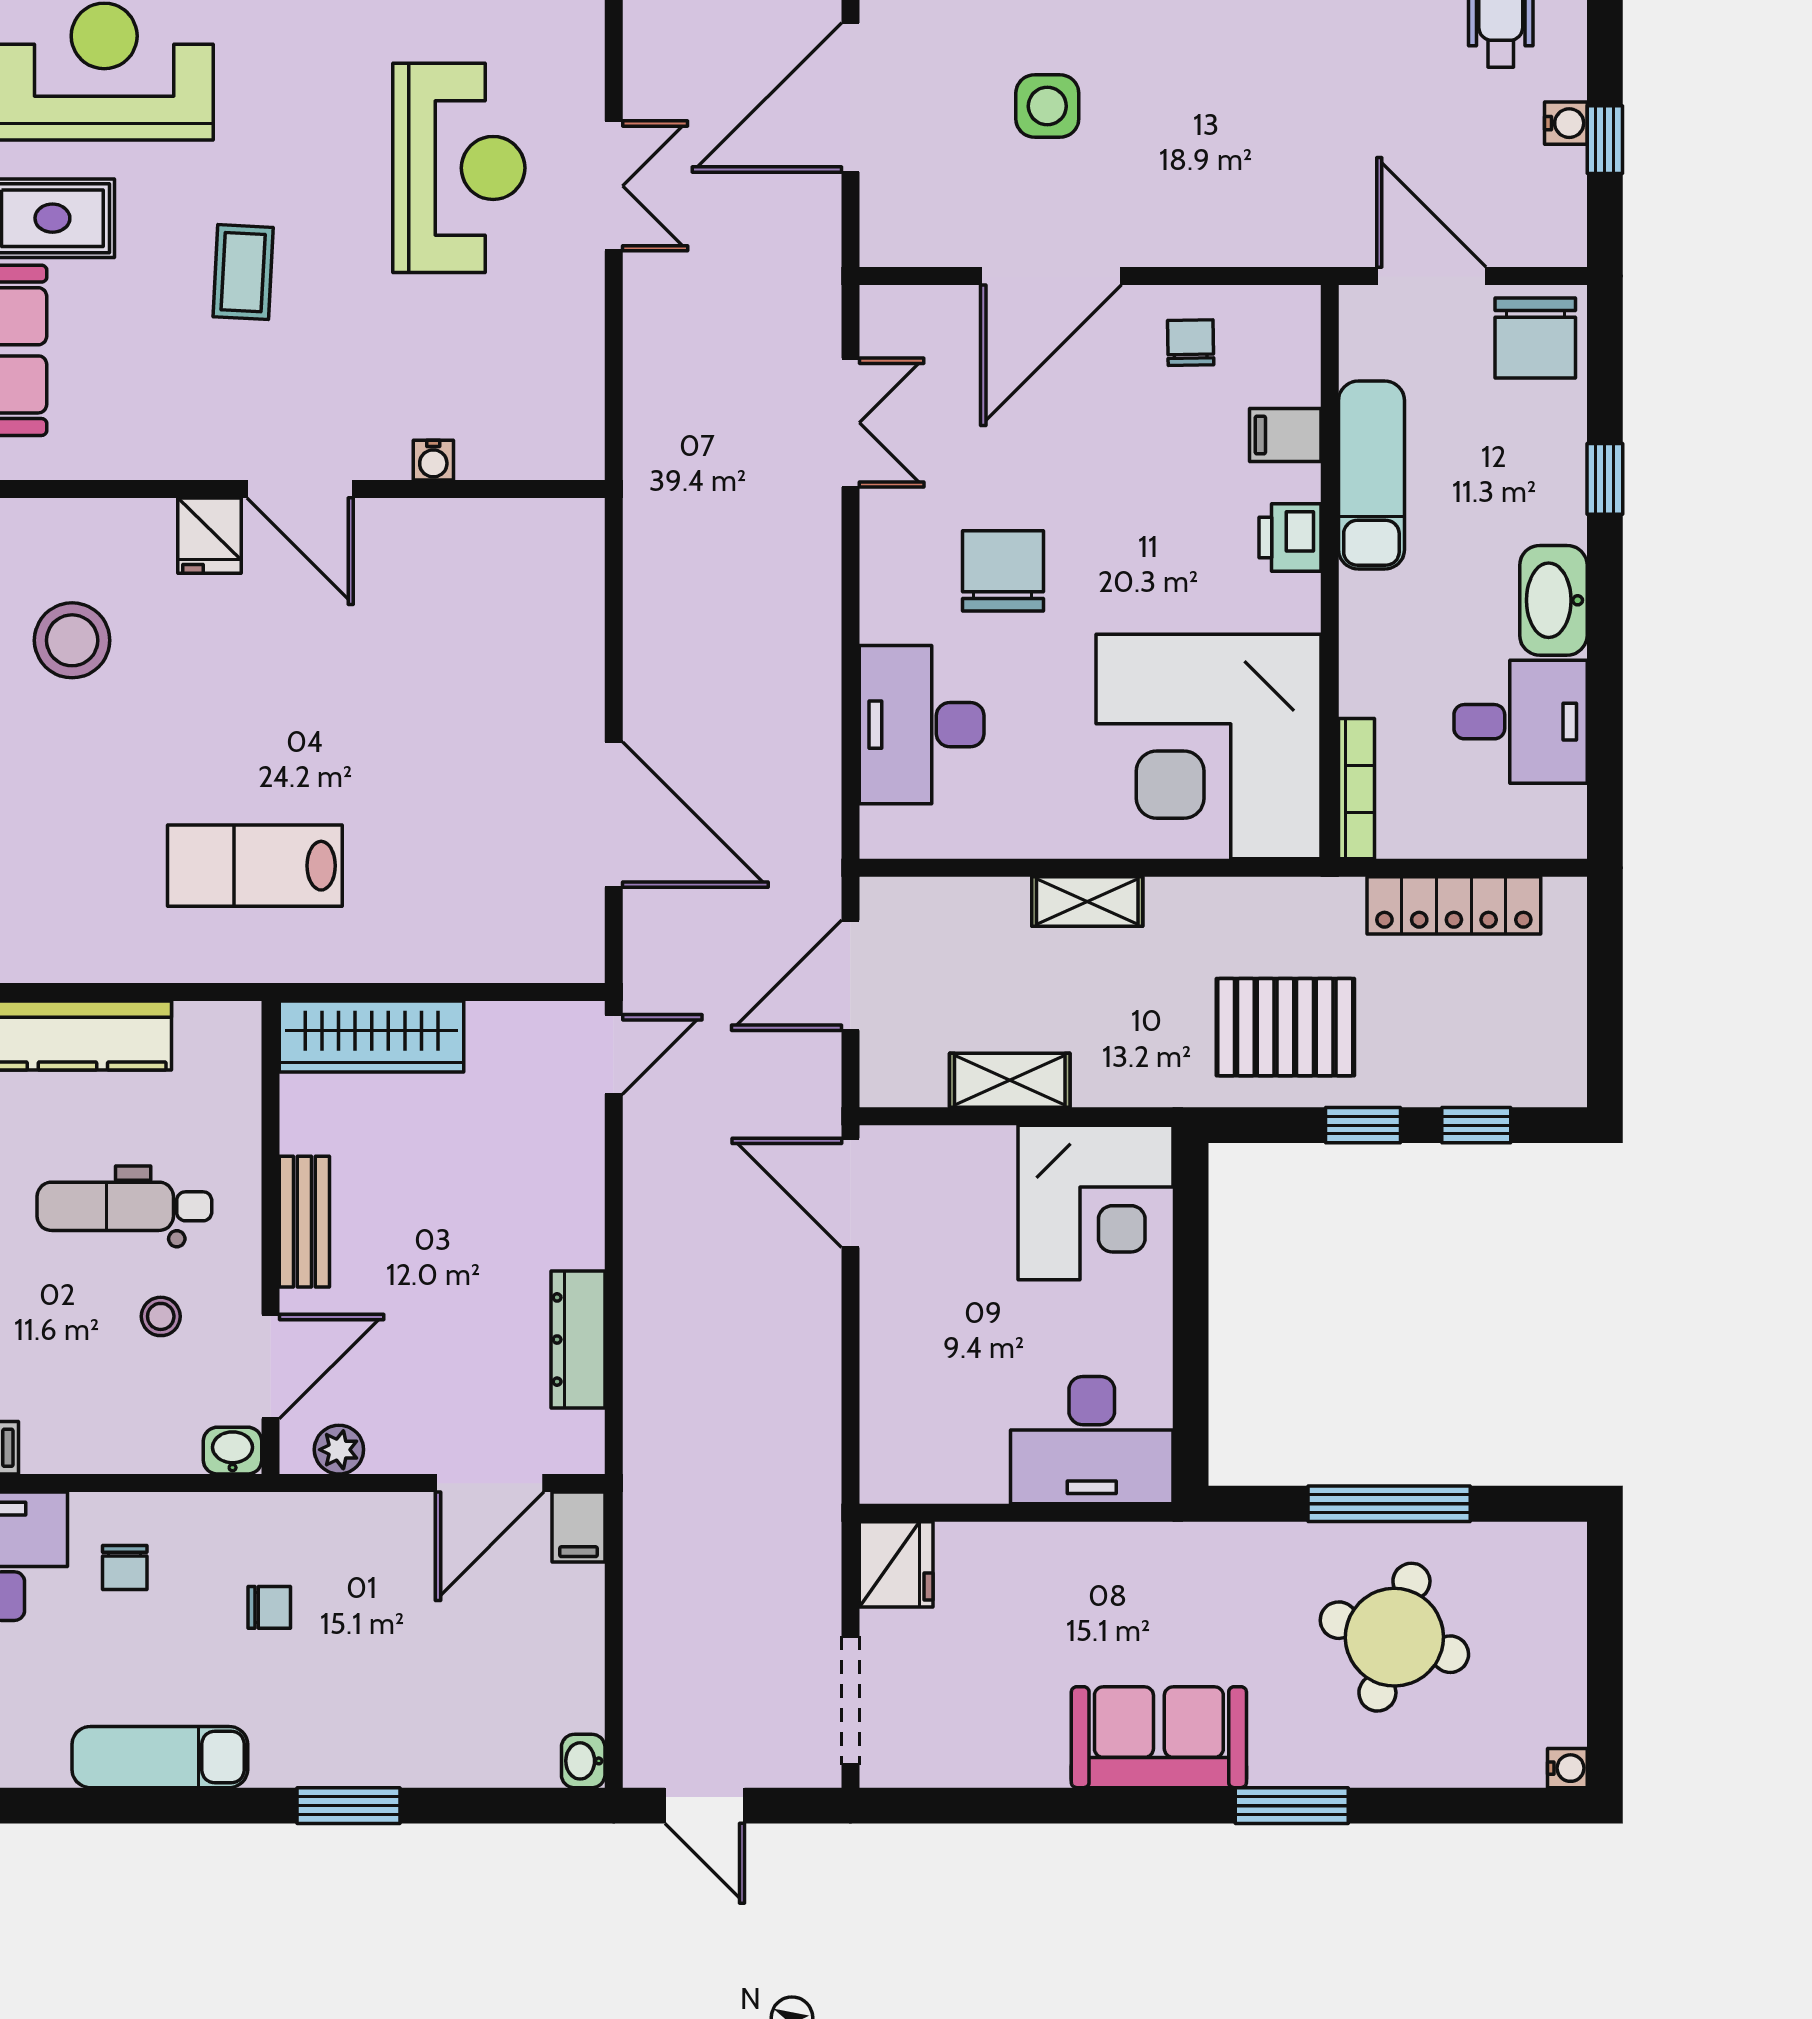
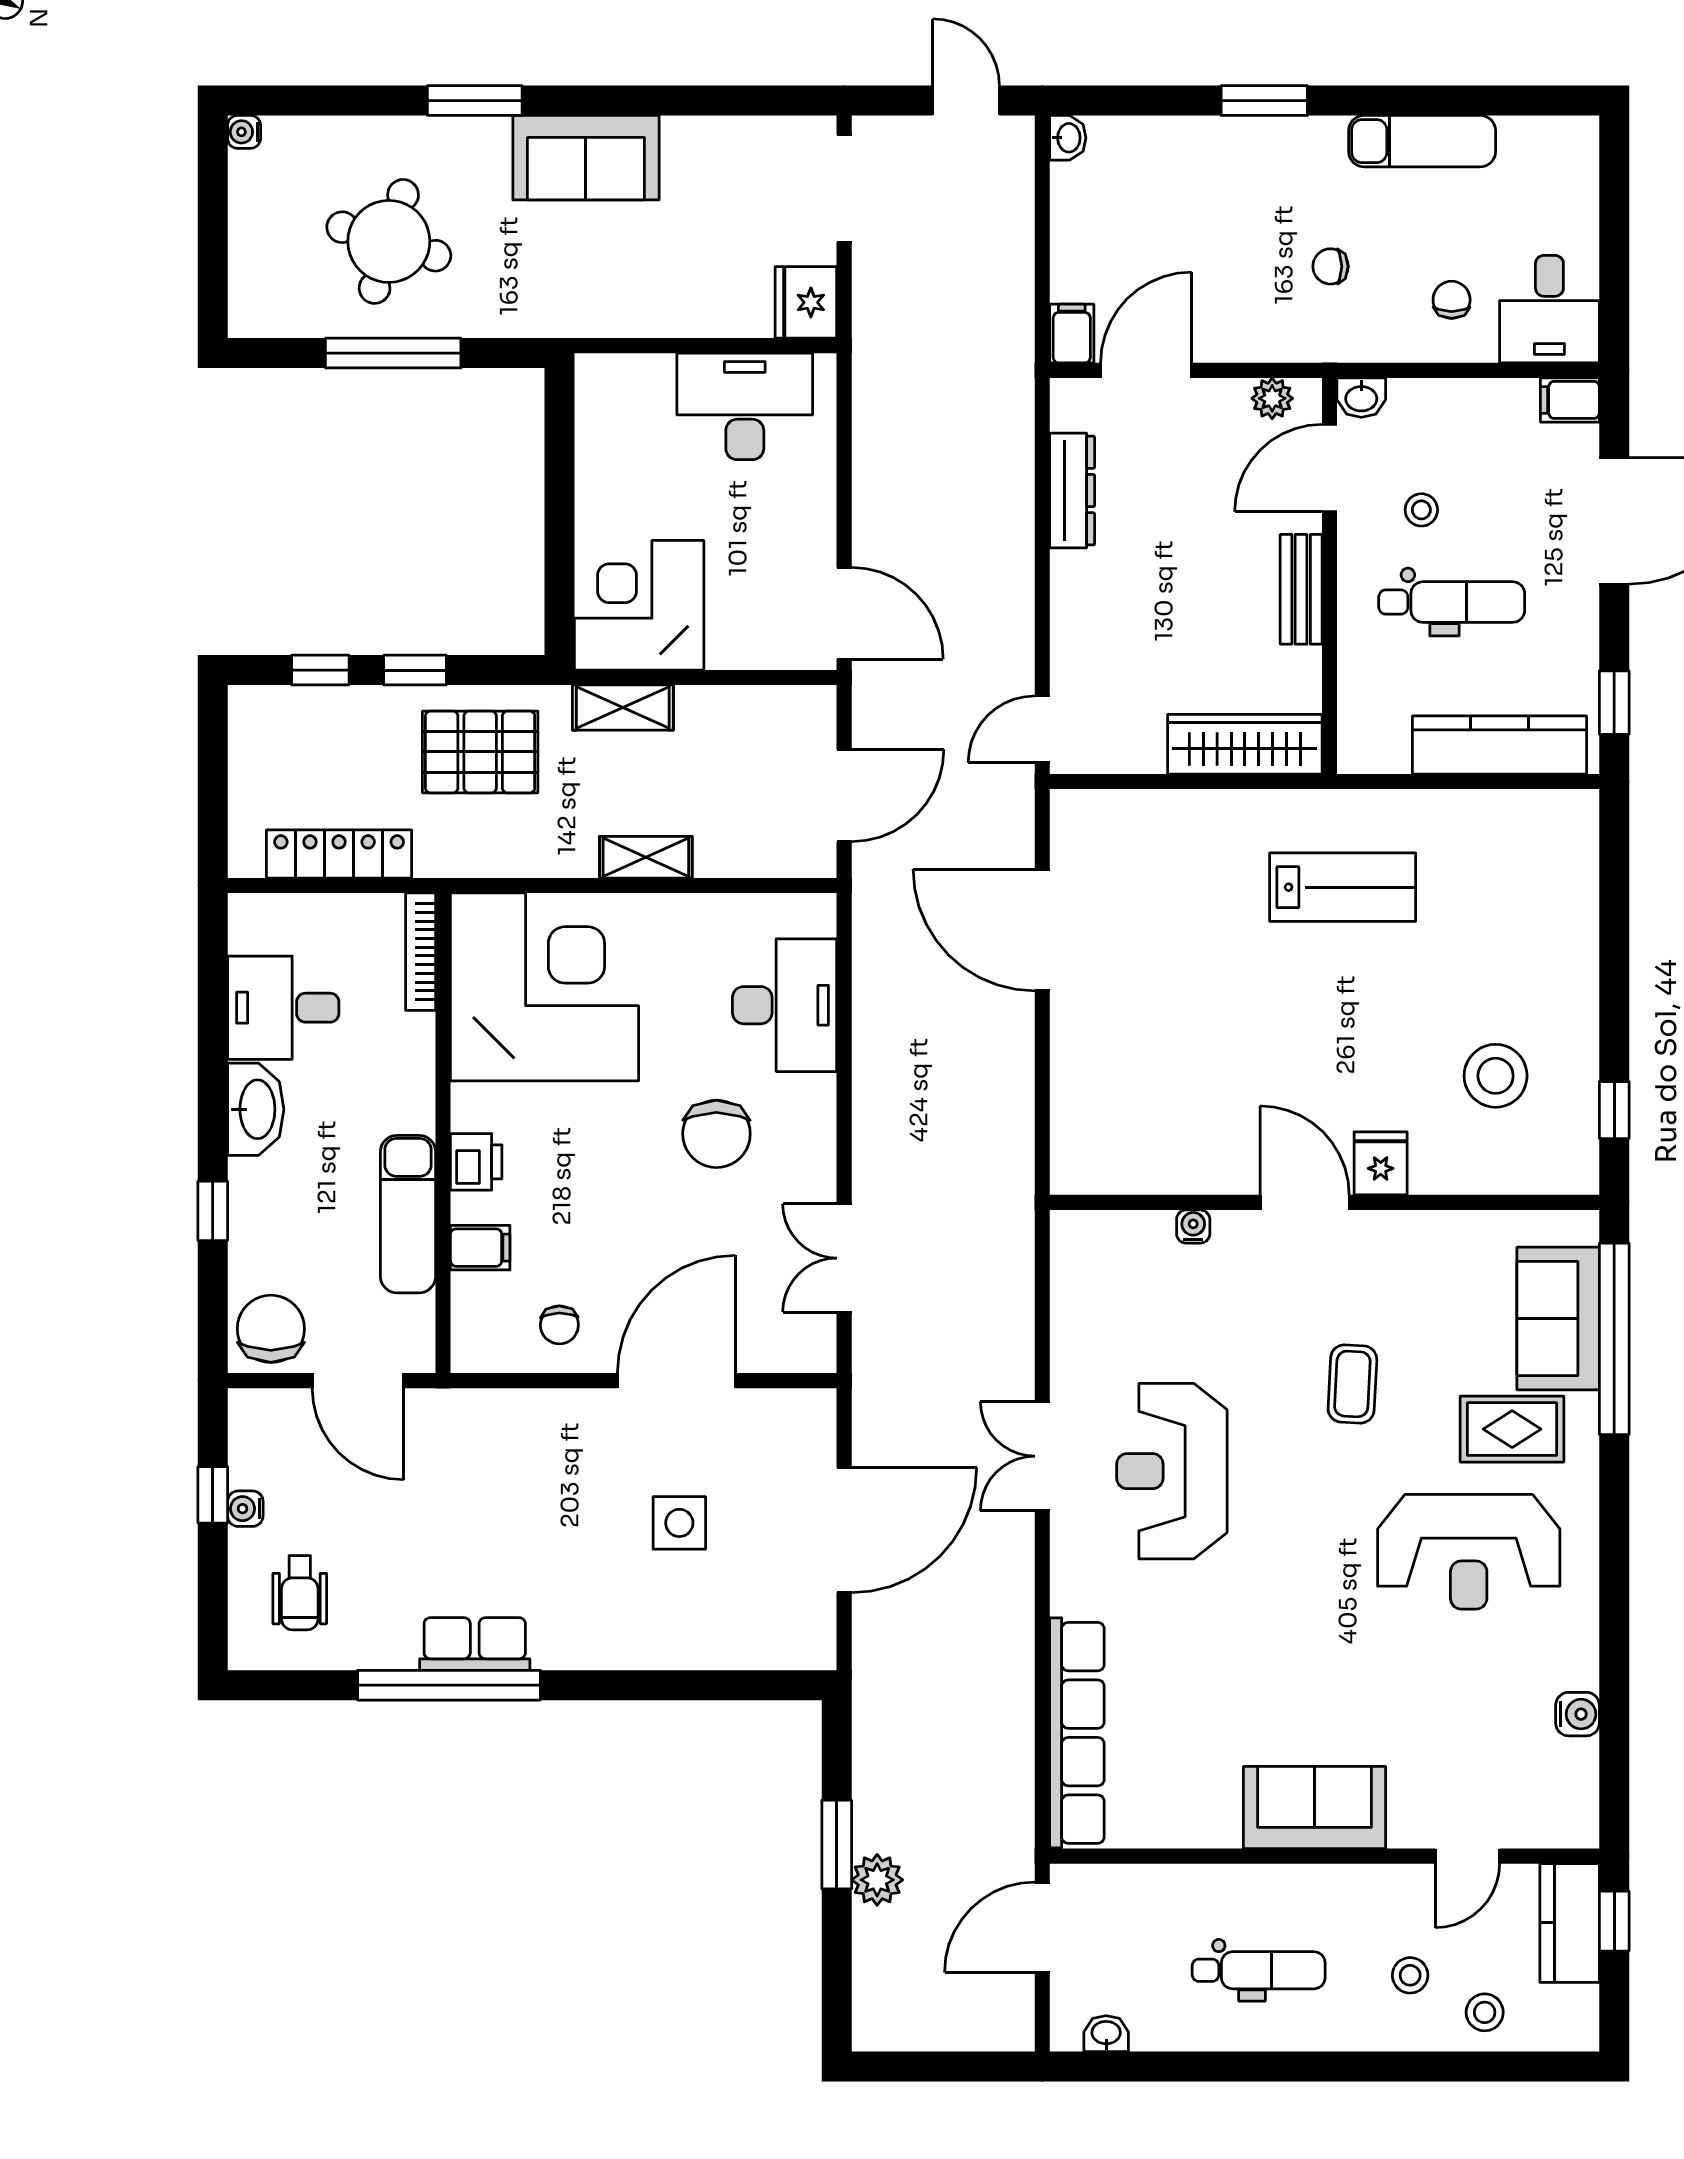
shelving: (1010, 1080) -> (623, 708), moved
desk: (1092, 1440) -> (745, 406), moved

